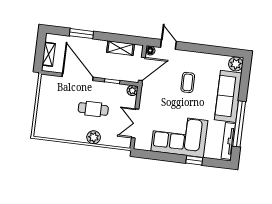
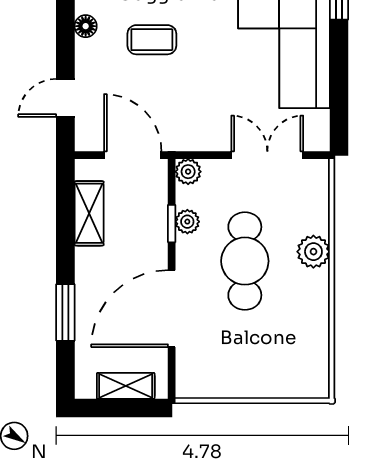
floor lamp: (150, 51) -> (86, 26), moved
plant: (112, 88) -> (187, 222), added
cafe table: (93, 109) -> (245, 261), width x1.37, depth x1.35
double door: (135, 123) -> (267, 155), swing flipped

